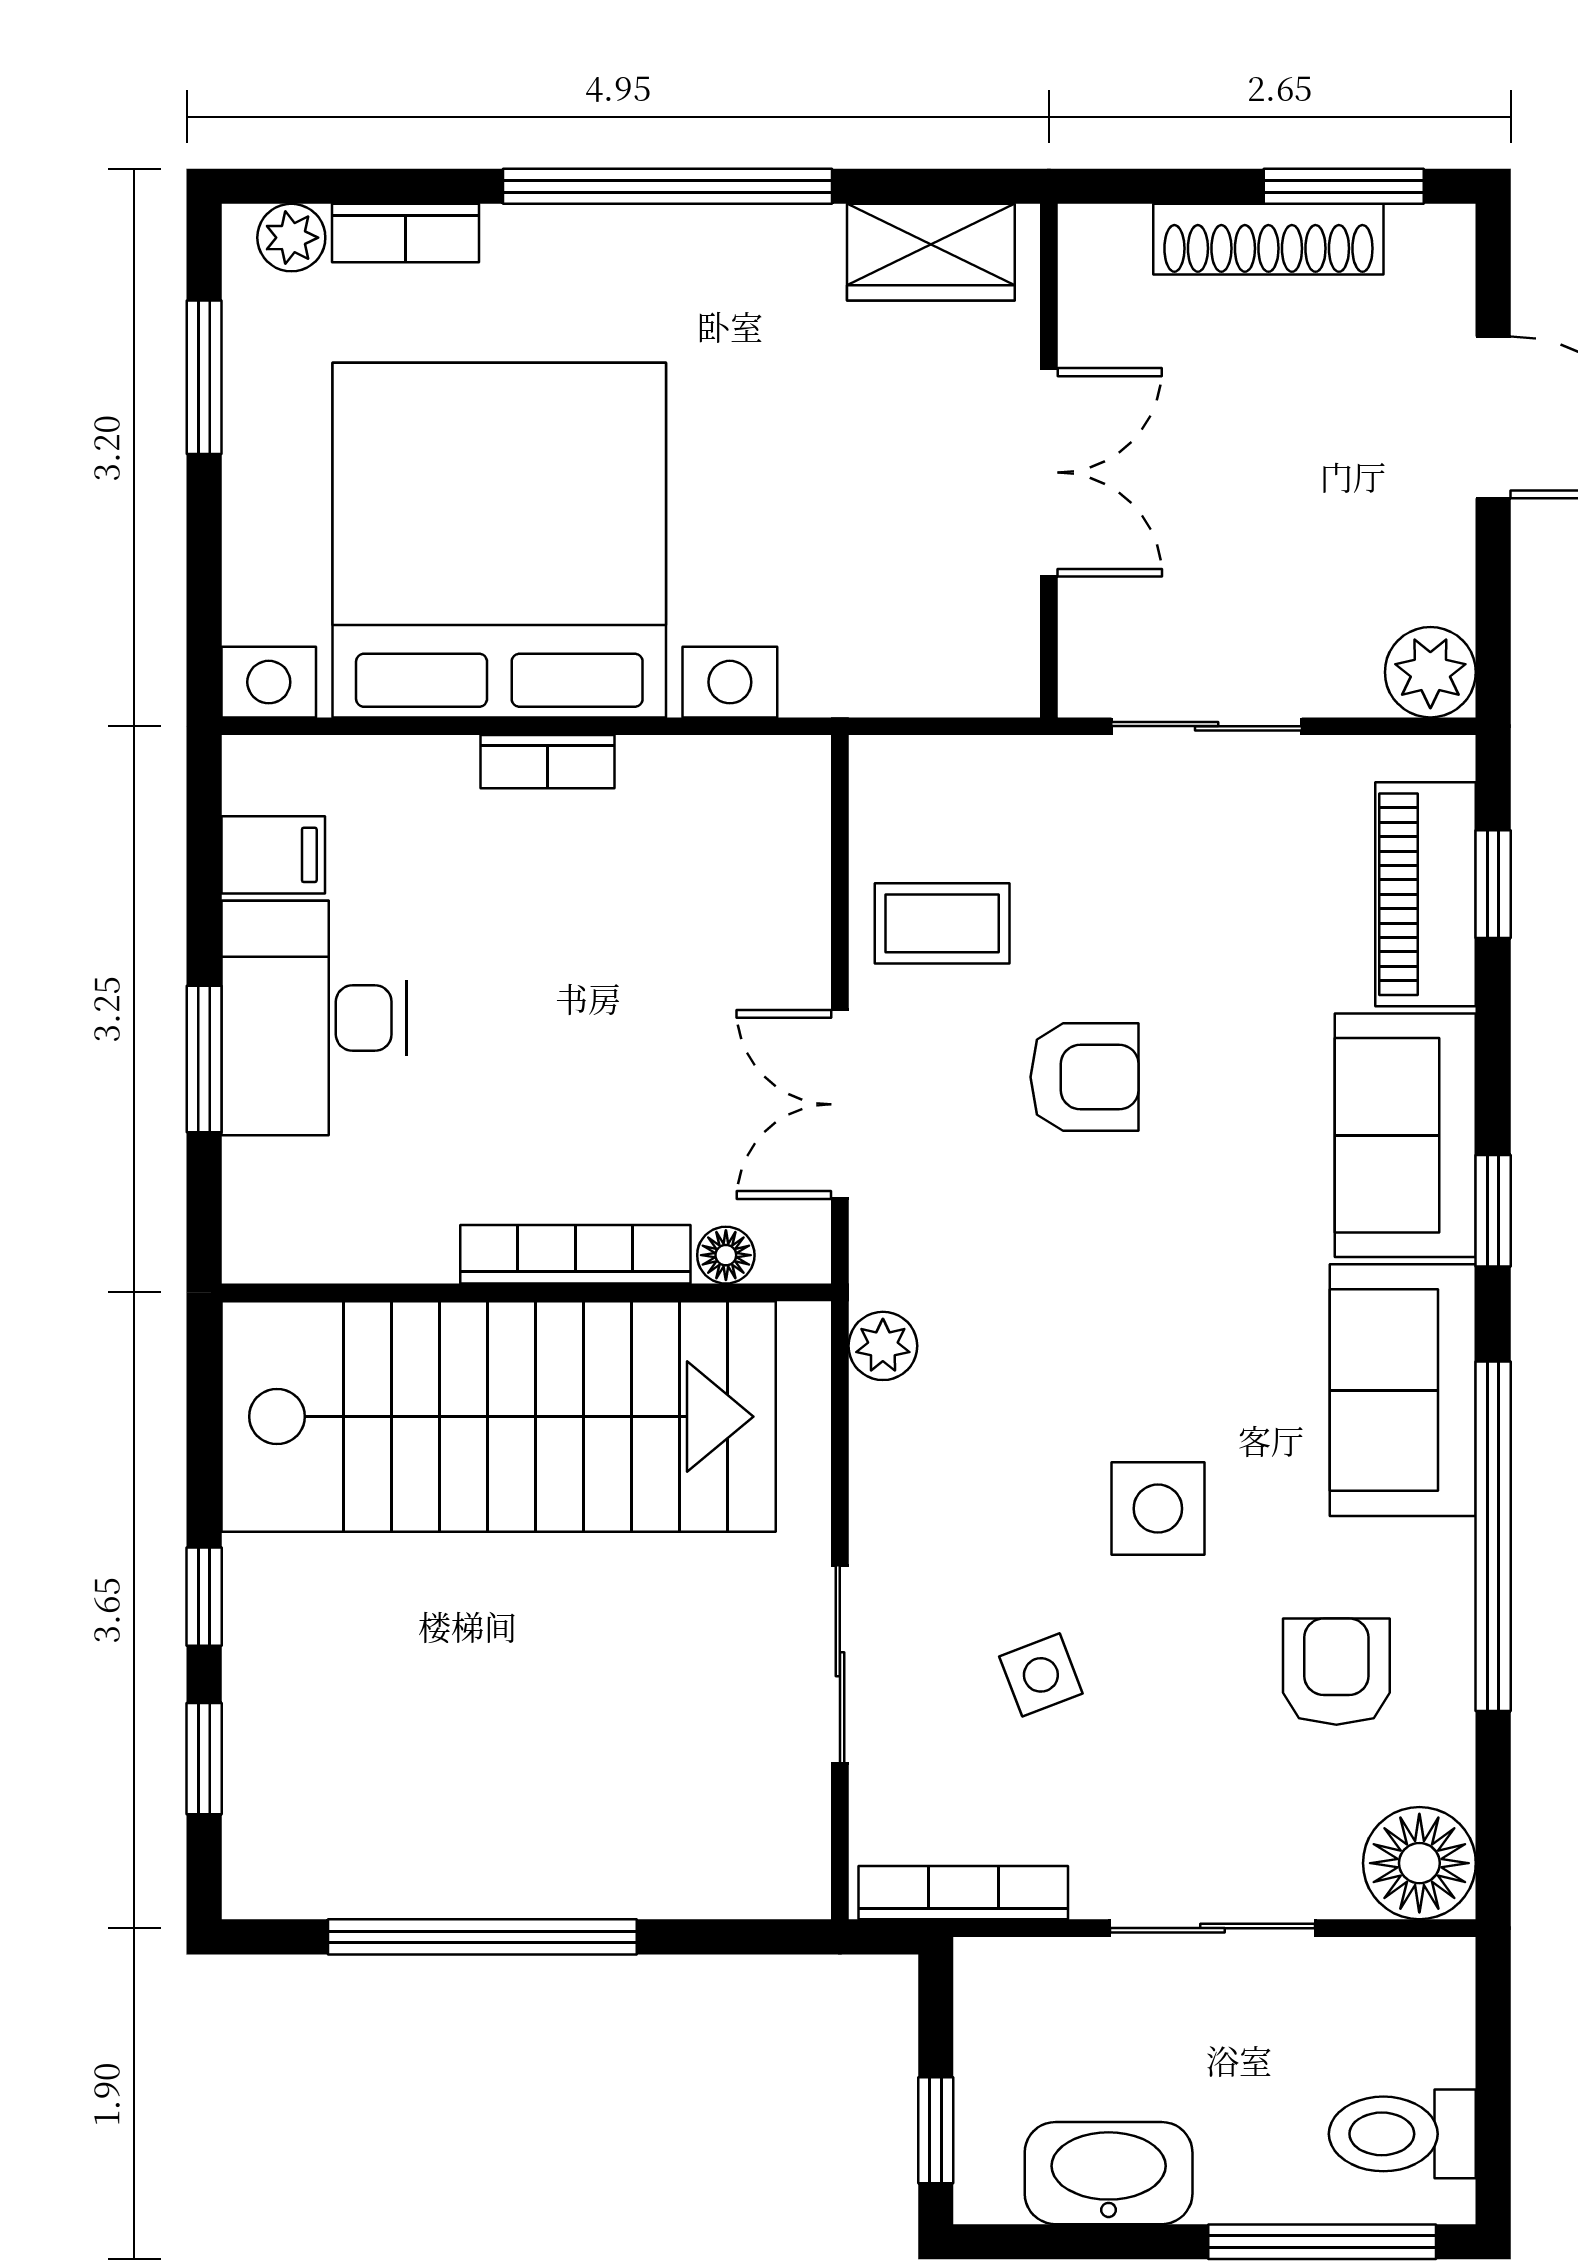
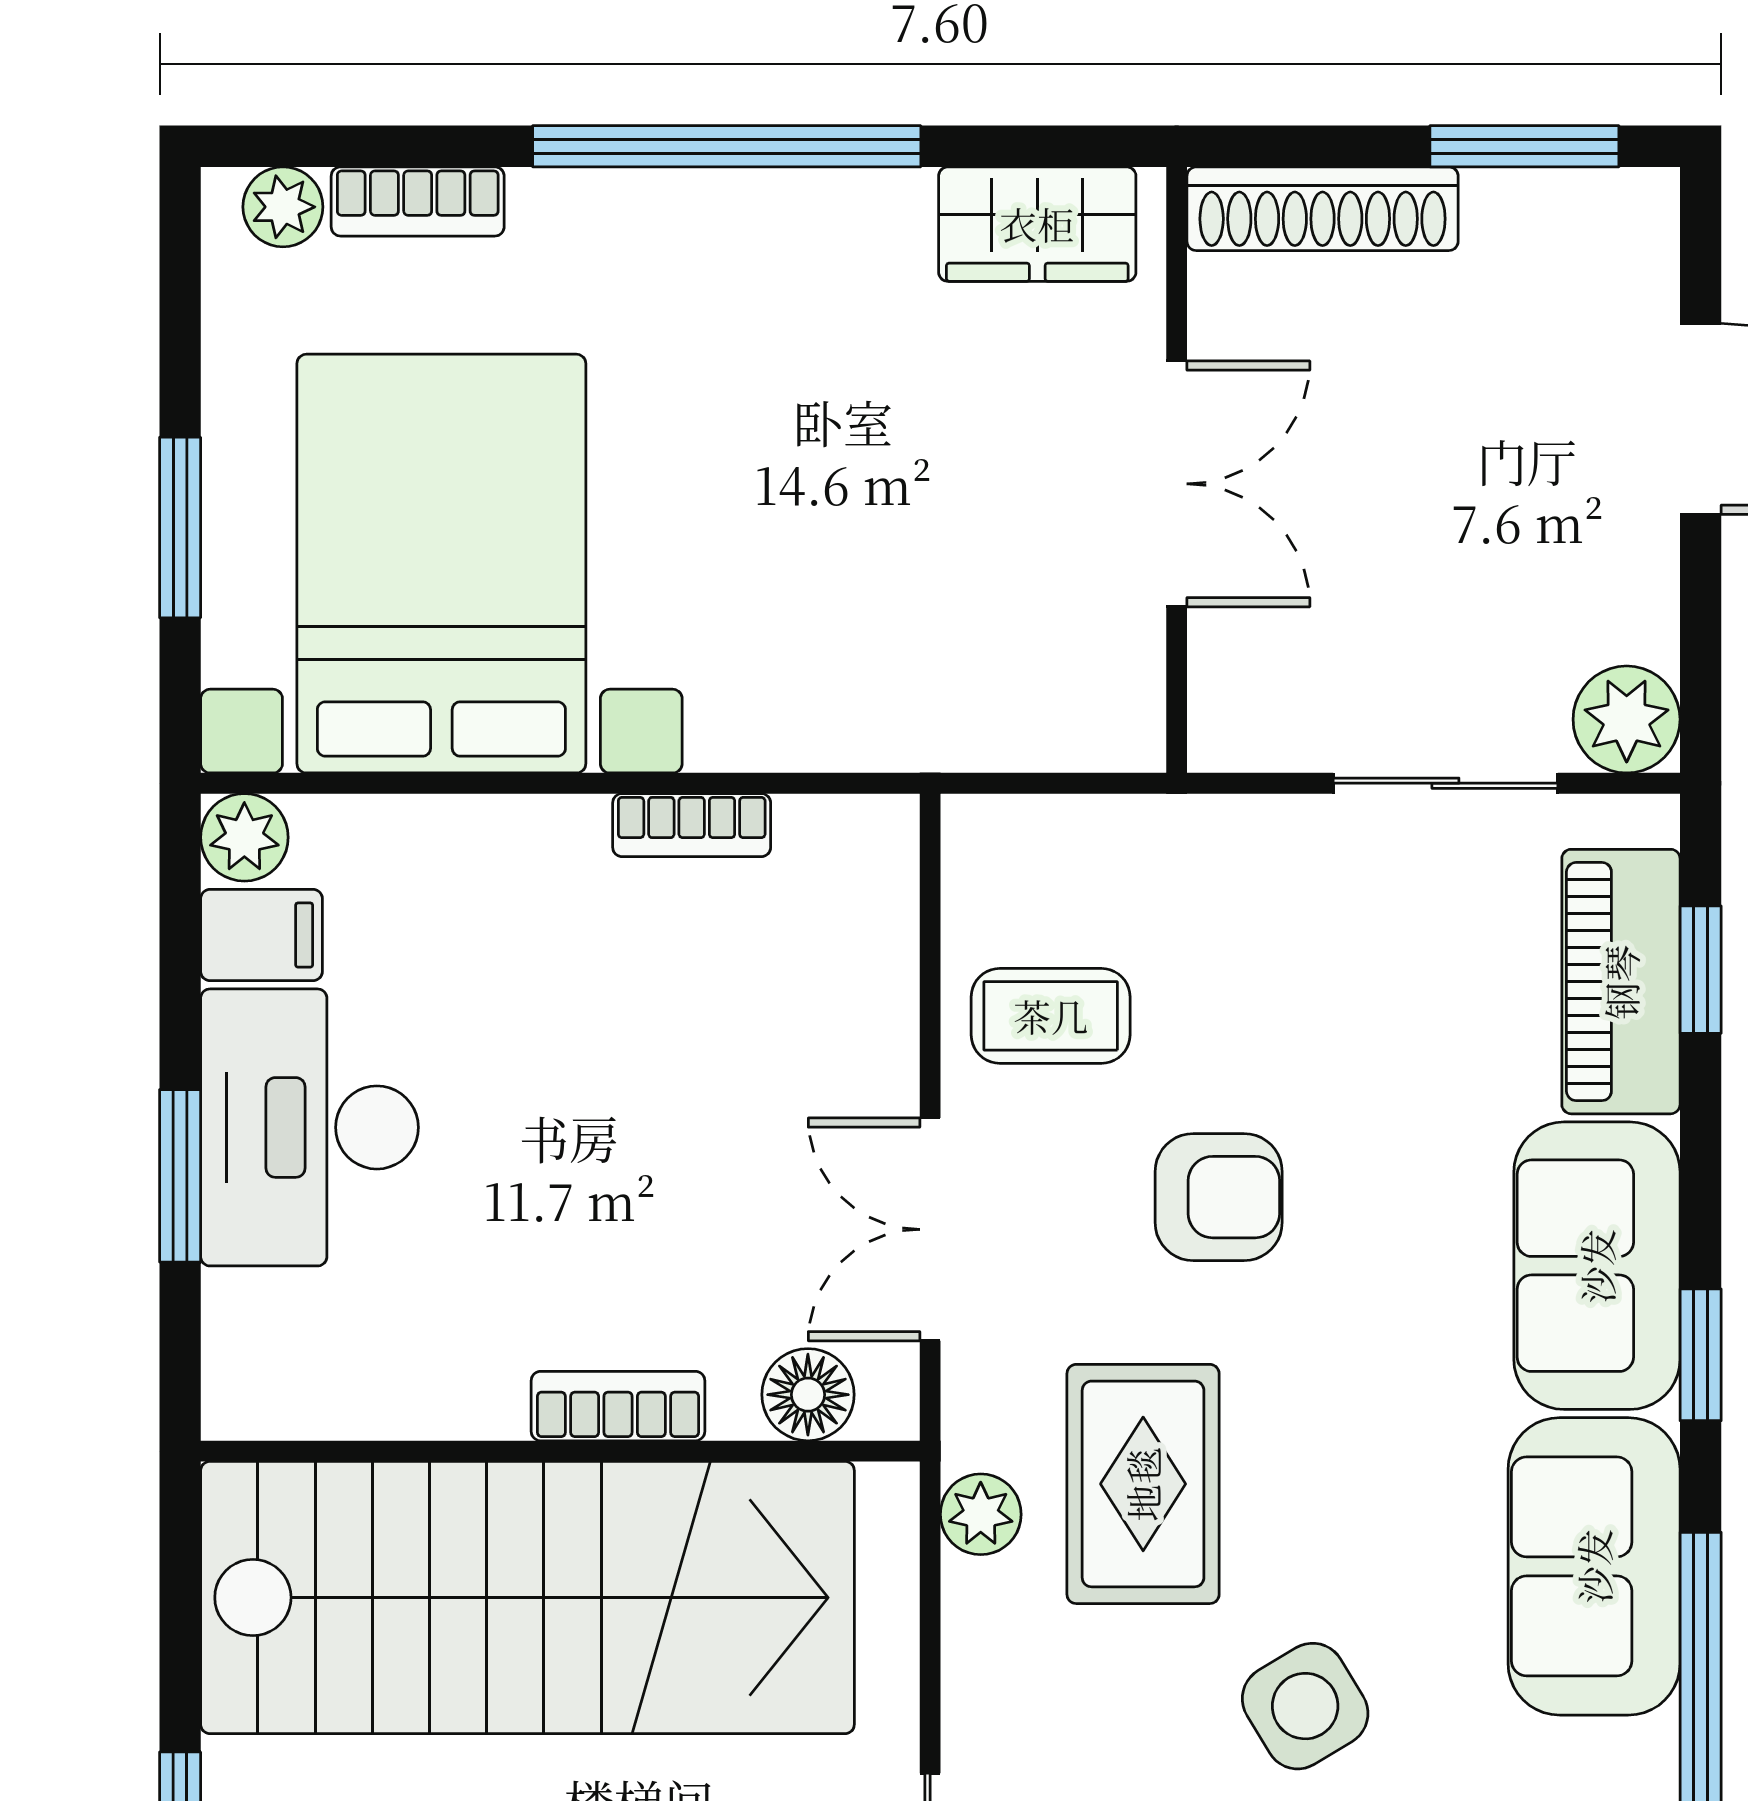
shoe rack: (1268, 239) -> (1323, 209), moved
window: (204, 377) -> (180, 527), moved
bed with nightstands: (499, 540) -> (441, 564), width x0.73
sliding door: (1207, 726) -> (1445, 783), moved
bookcase: (548, 762) -> (692, 825), moved
plant: (259, 772) -> (244, 837), added
bookcase: (575, 1254) -> (618, 1406), width x0.64
floor lamp: (726, 1255) -> (808, 1395), width x1.37, depth x1.37
rug: (1020, 1320) -> (1143, 1484), added
side table: (1158, 1509) -> (1305, 1706), turned -31

